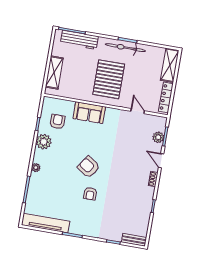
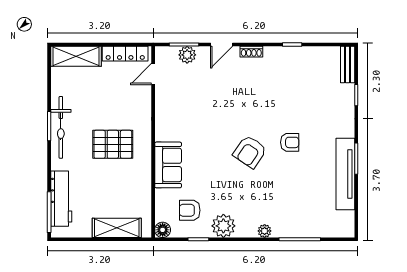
pallet: (109, 79) -> (113, 144), width x0.73, depth x0.71
floor lamp: (48, 102) -> (163, 230), added
door: (138, 111) -> (153, 74), moved
tv unit: (46, 223) -> (345, 174), moved

